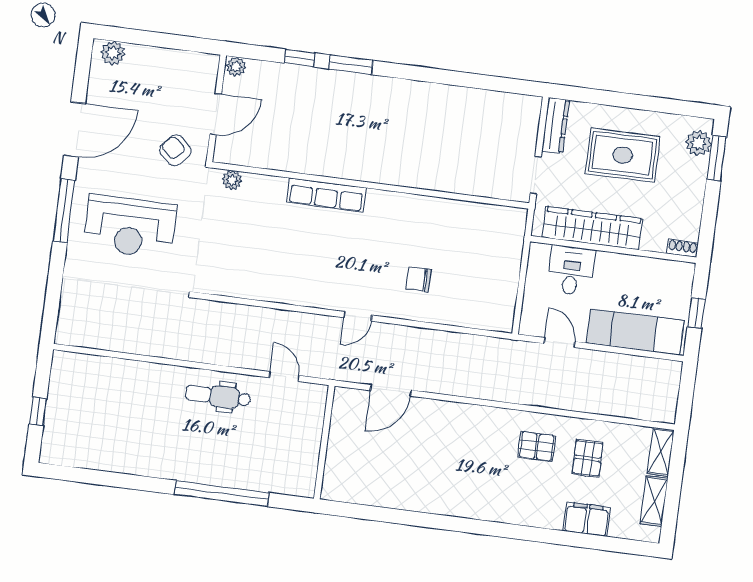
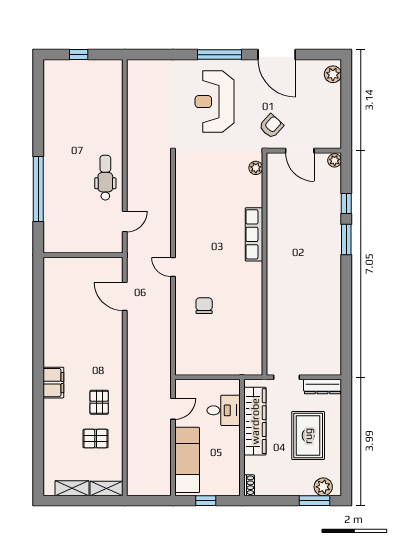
filing cabinet: (587, 519) -> (53, 383), moved

